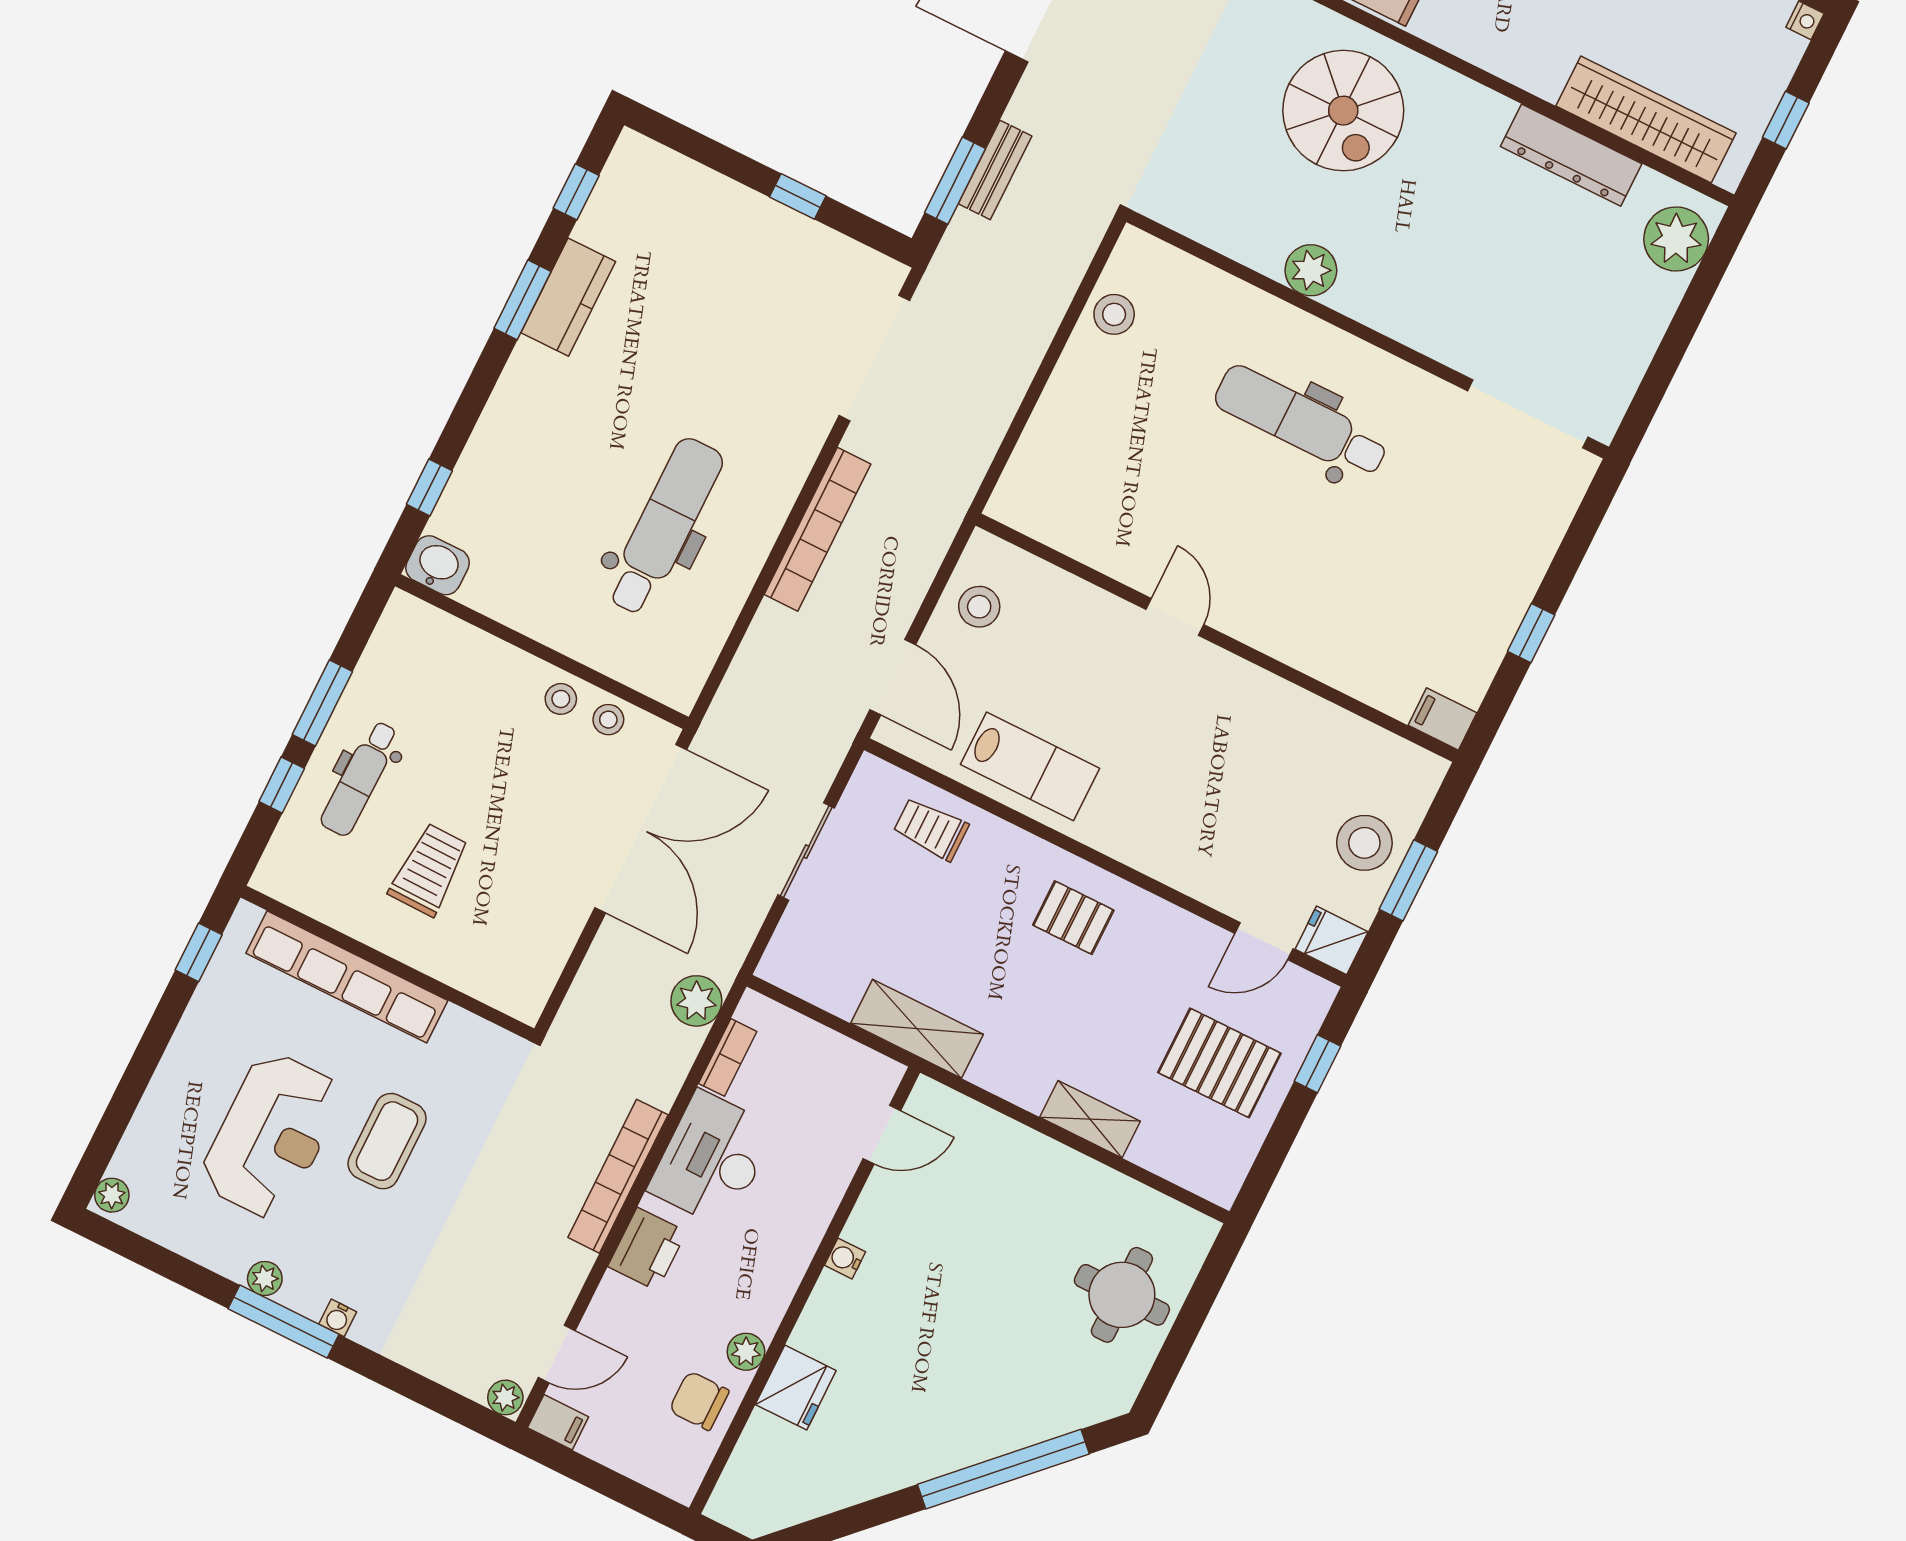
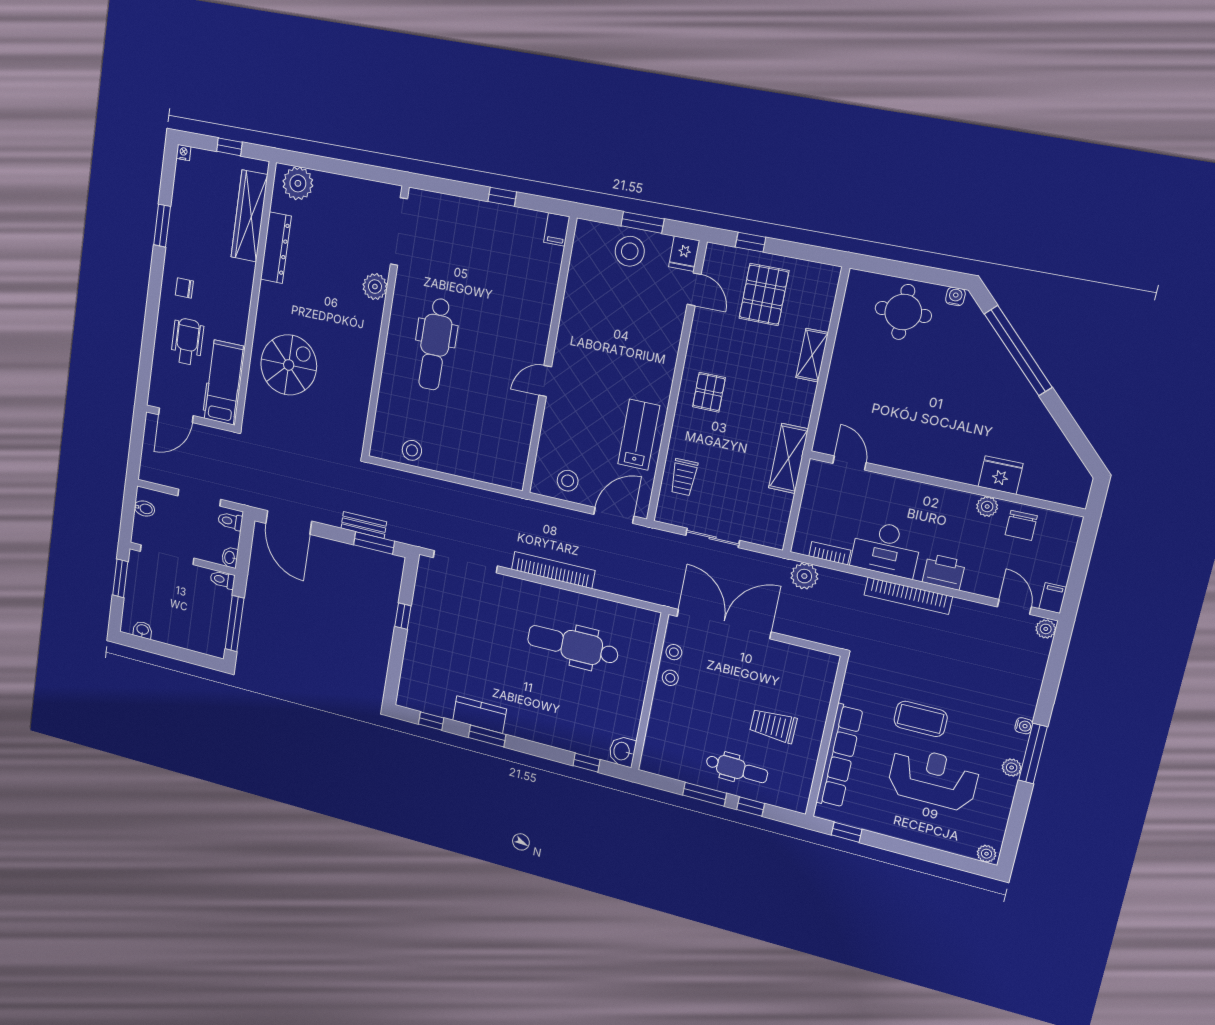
plant: (1311, 270) -> (375, 287), moved
water cooler: (845, 1258) -> (955, 296), moved, turned 180

